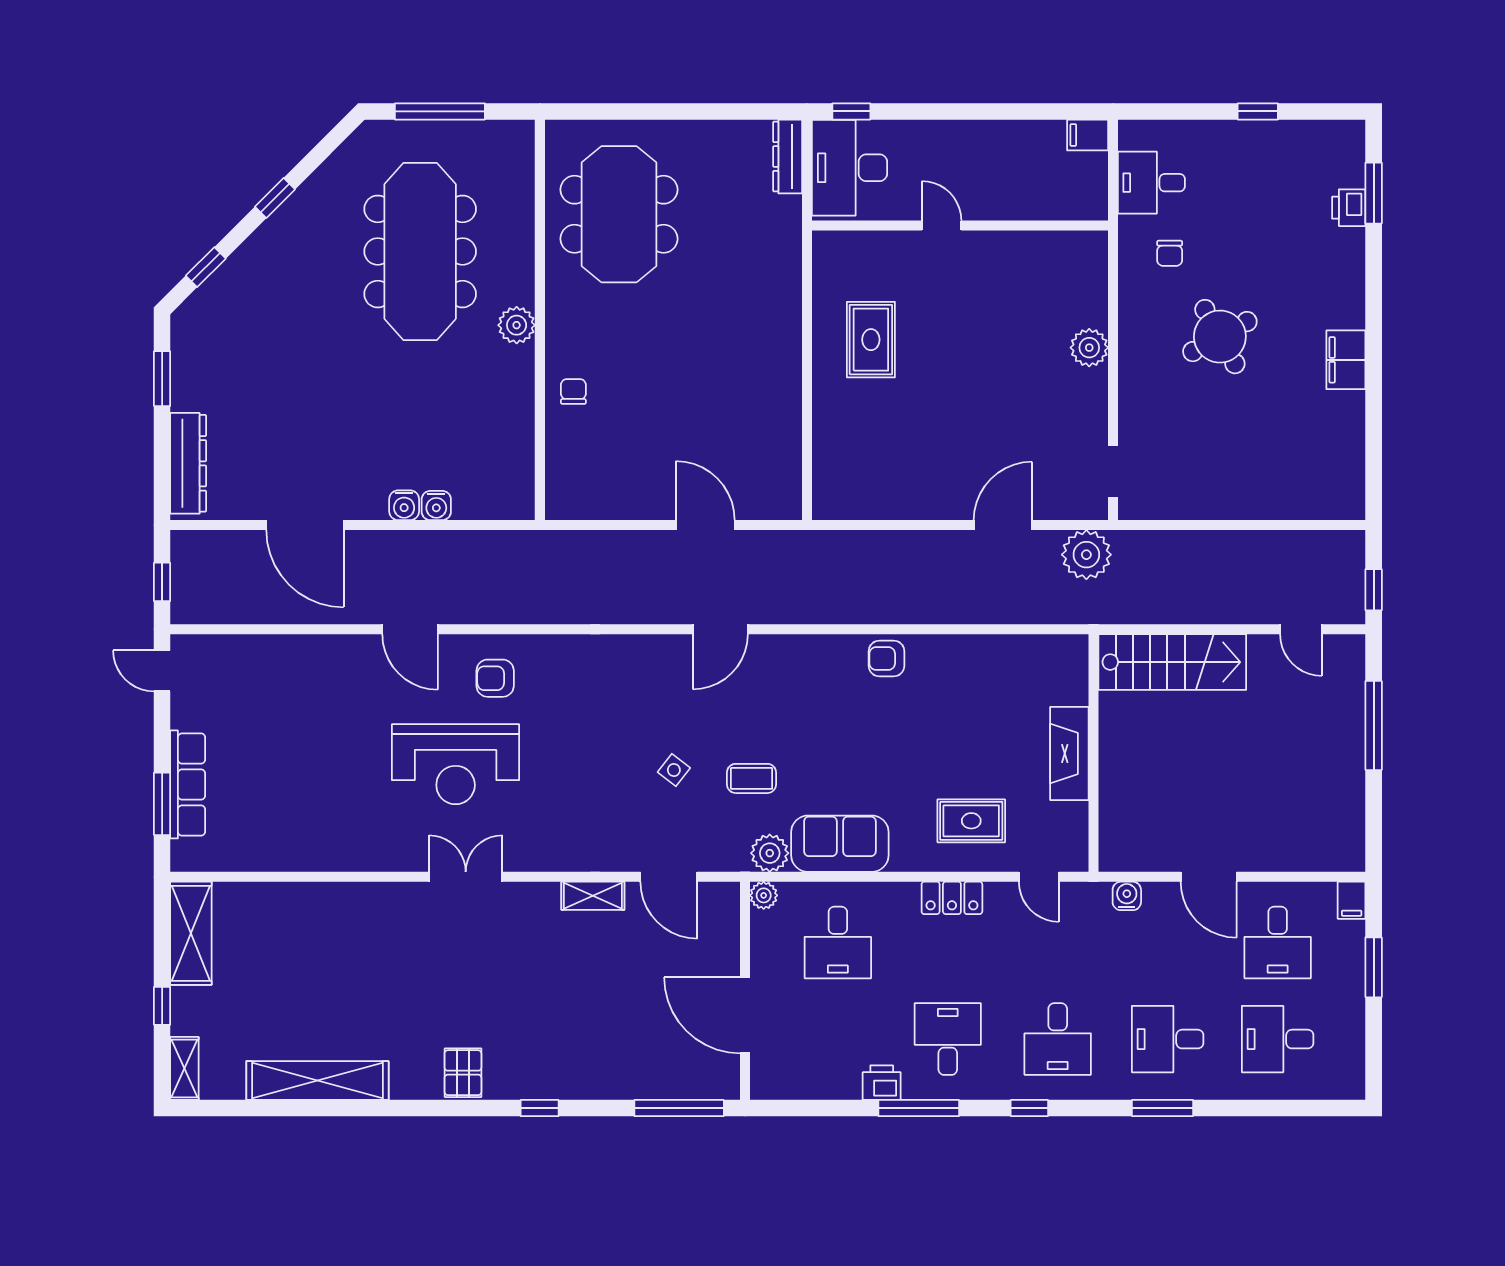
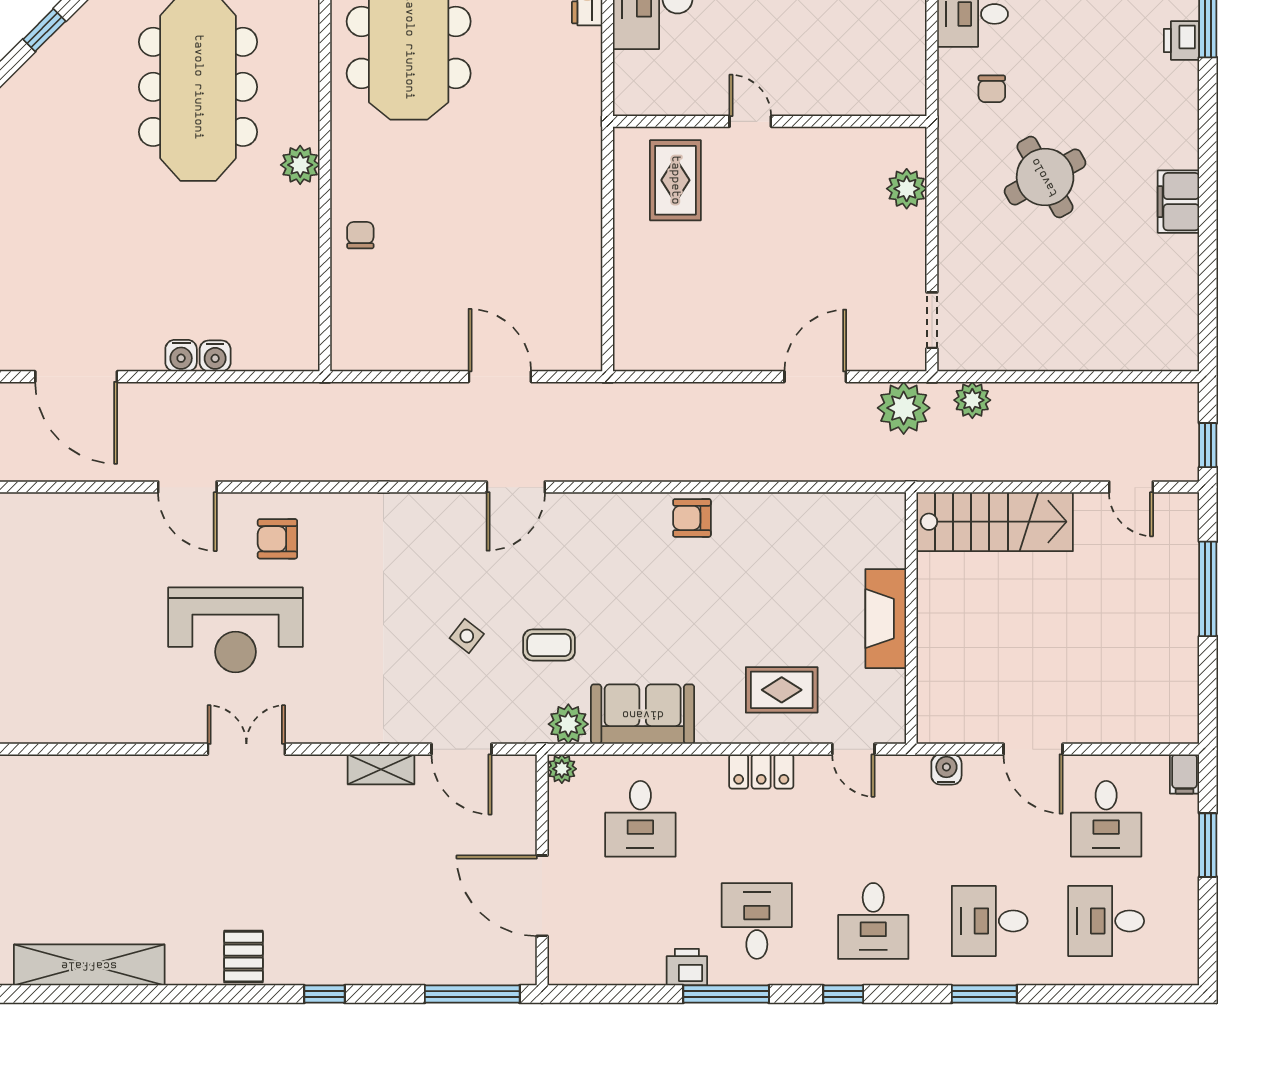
door: (942, 225) -> (750, 121), moved
wall: (960, 225) -> (770, 121), moved
plant: (1151, 547) -> (972, 400), added

